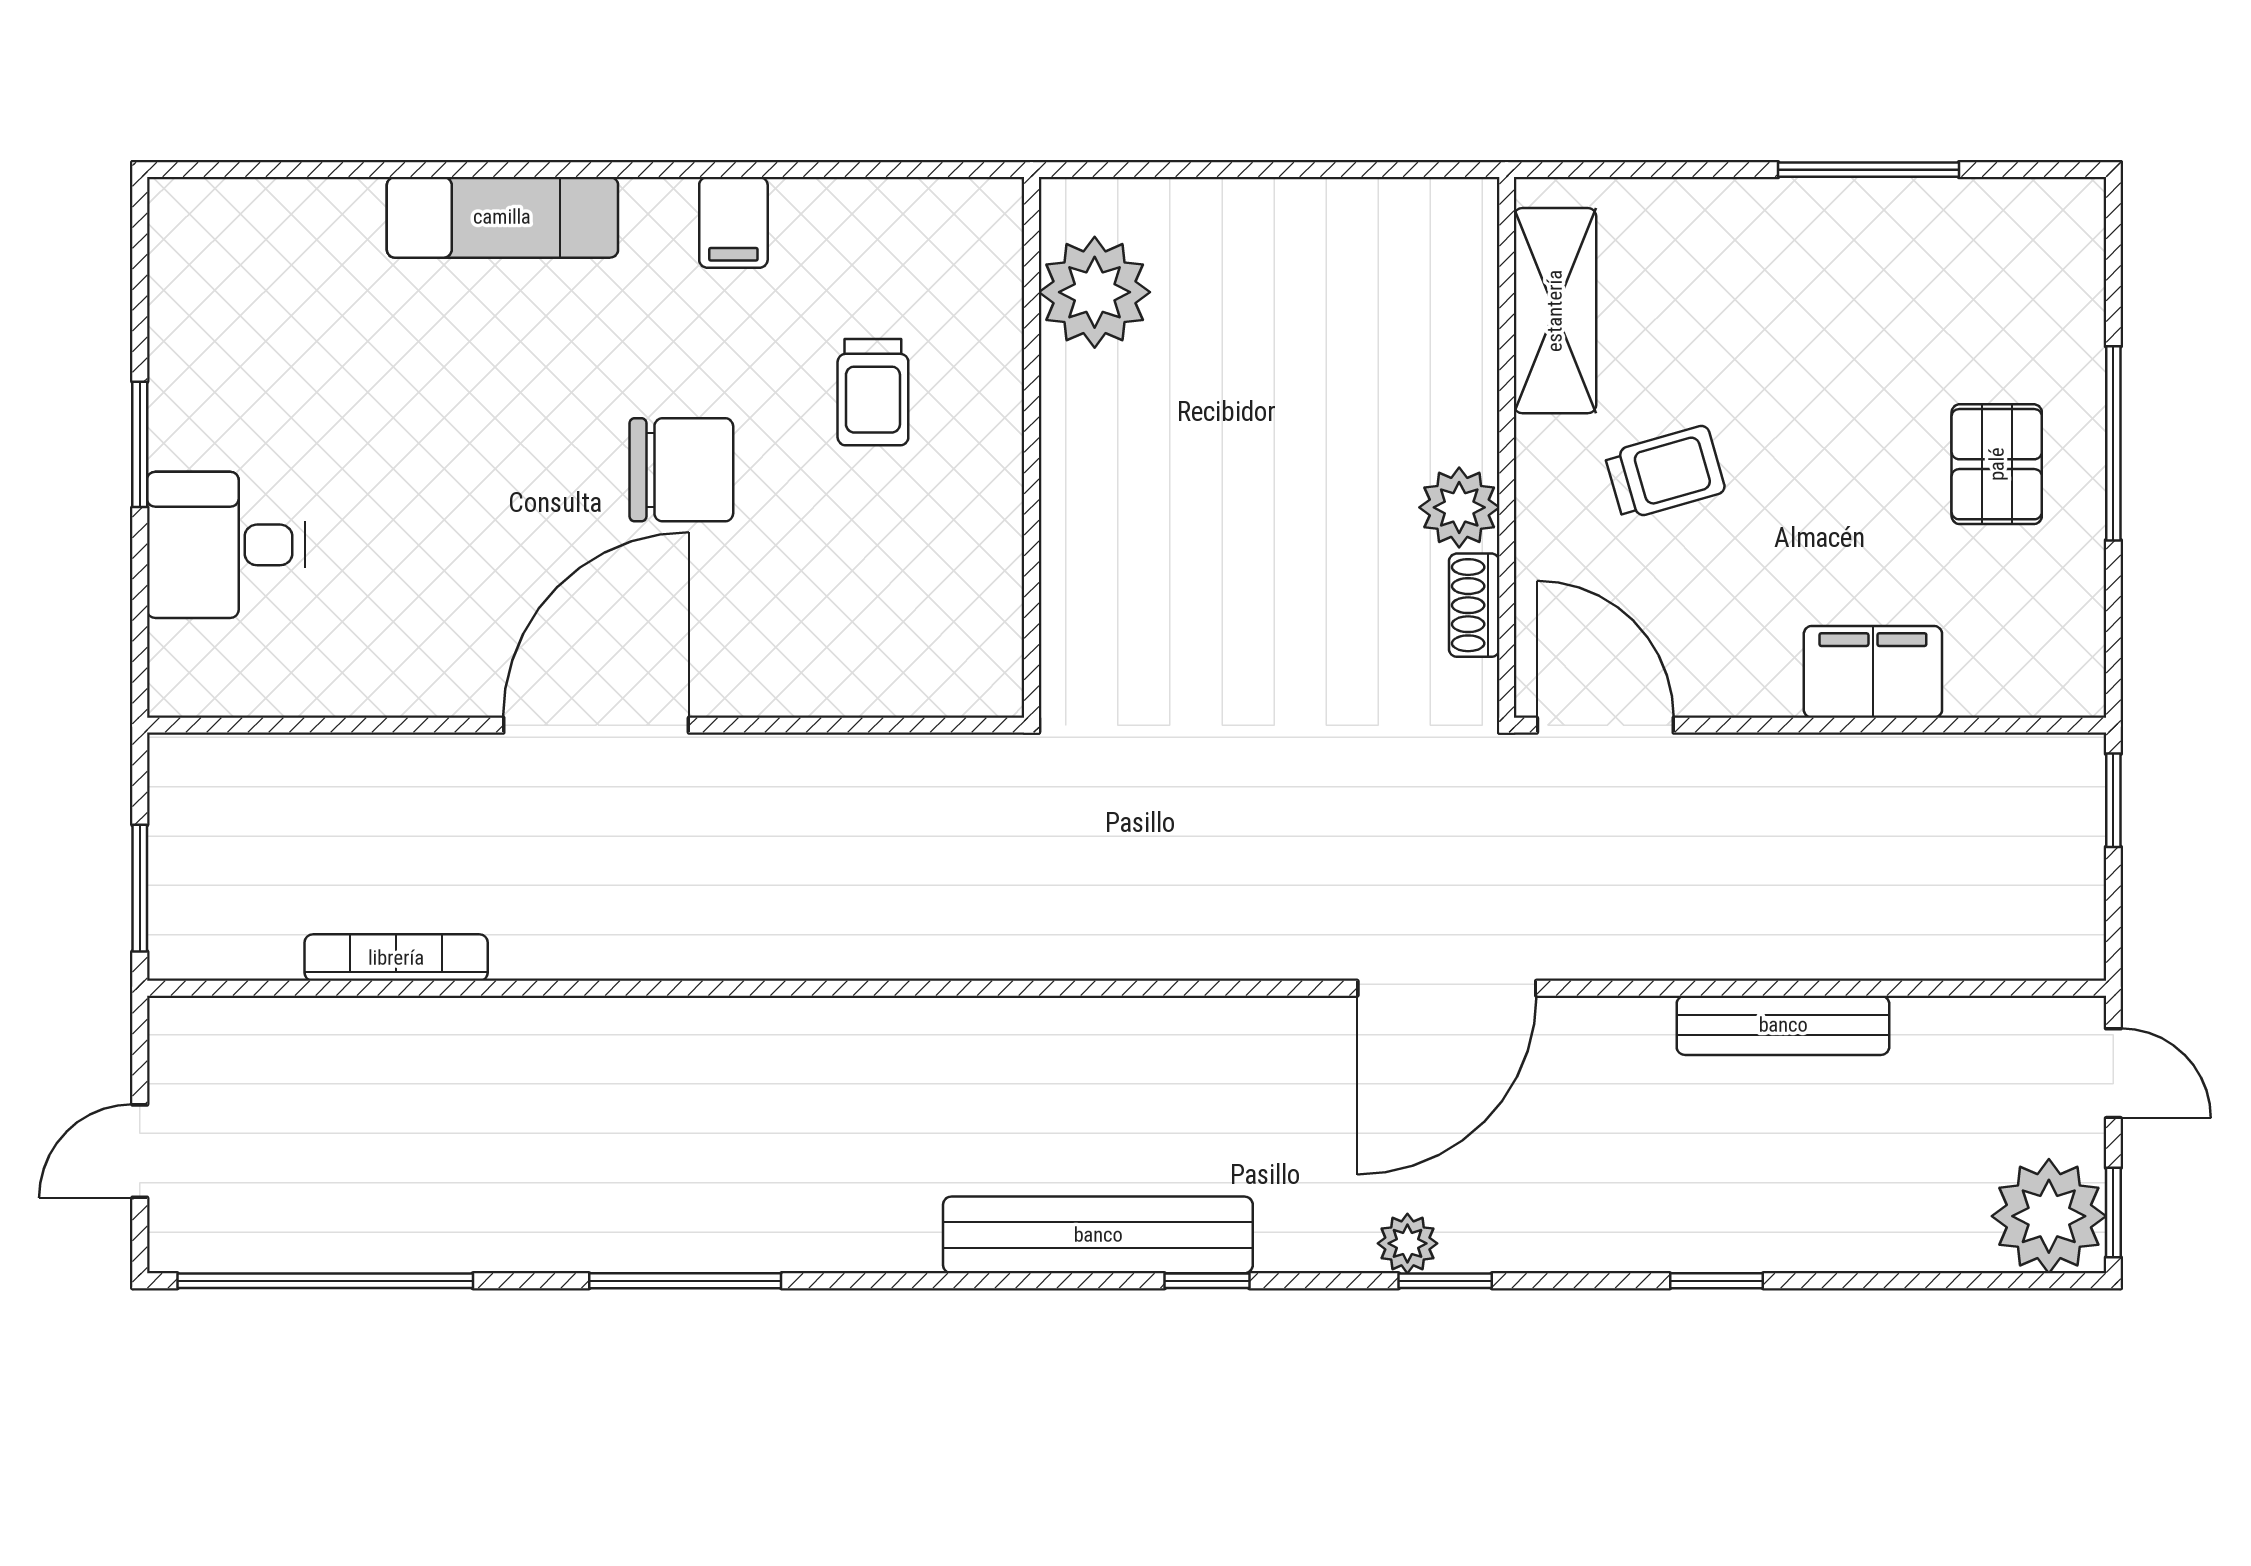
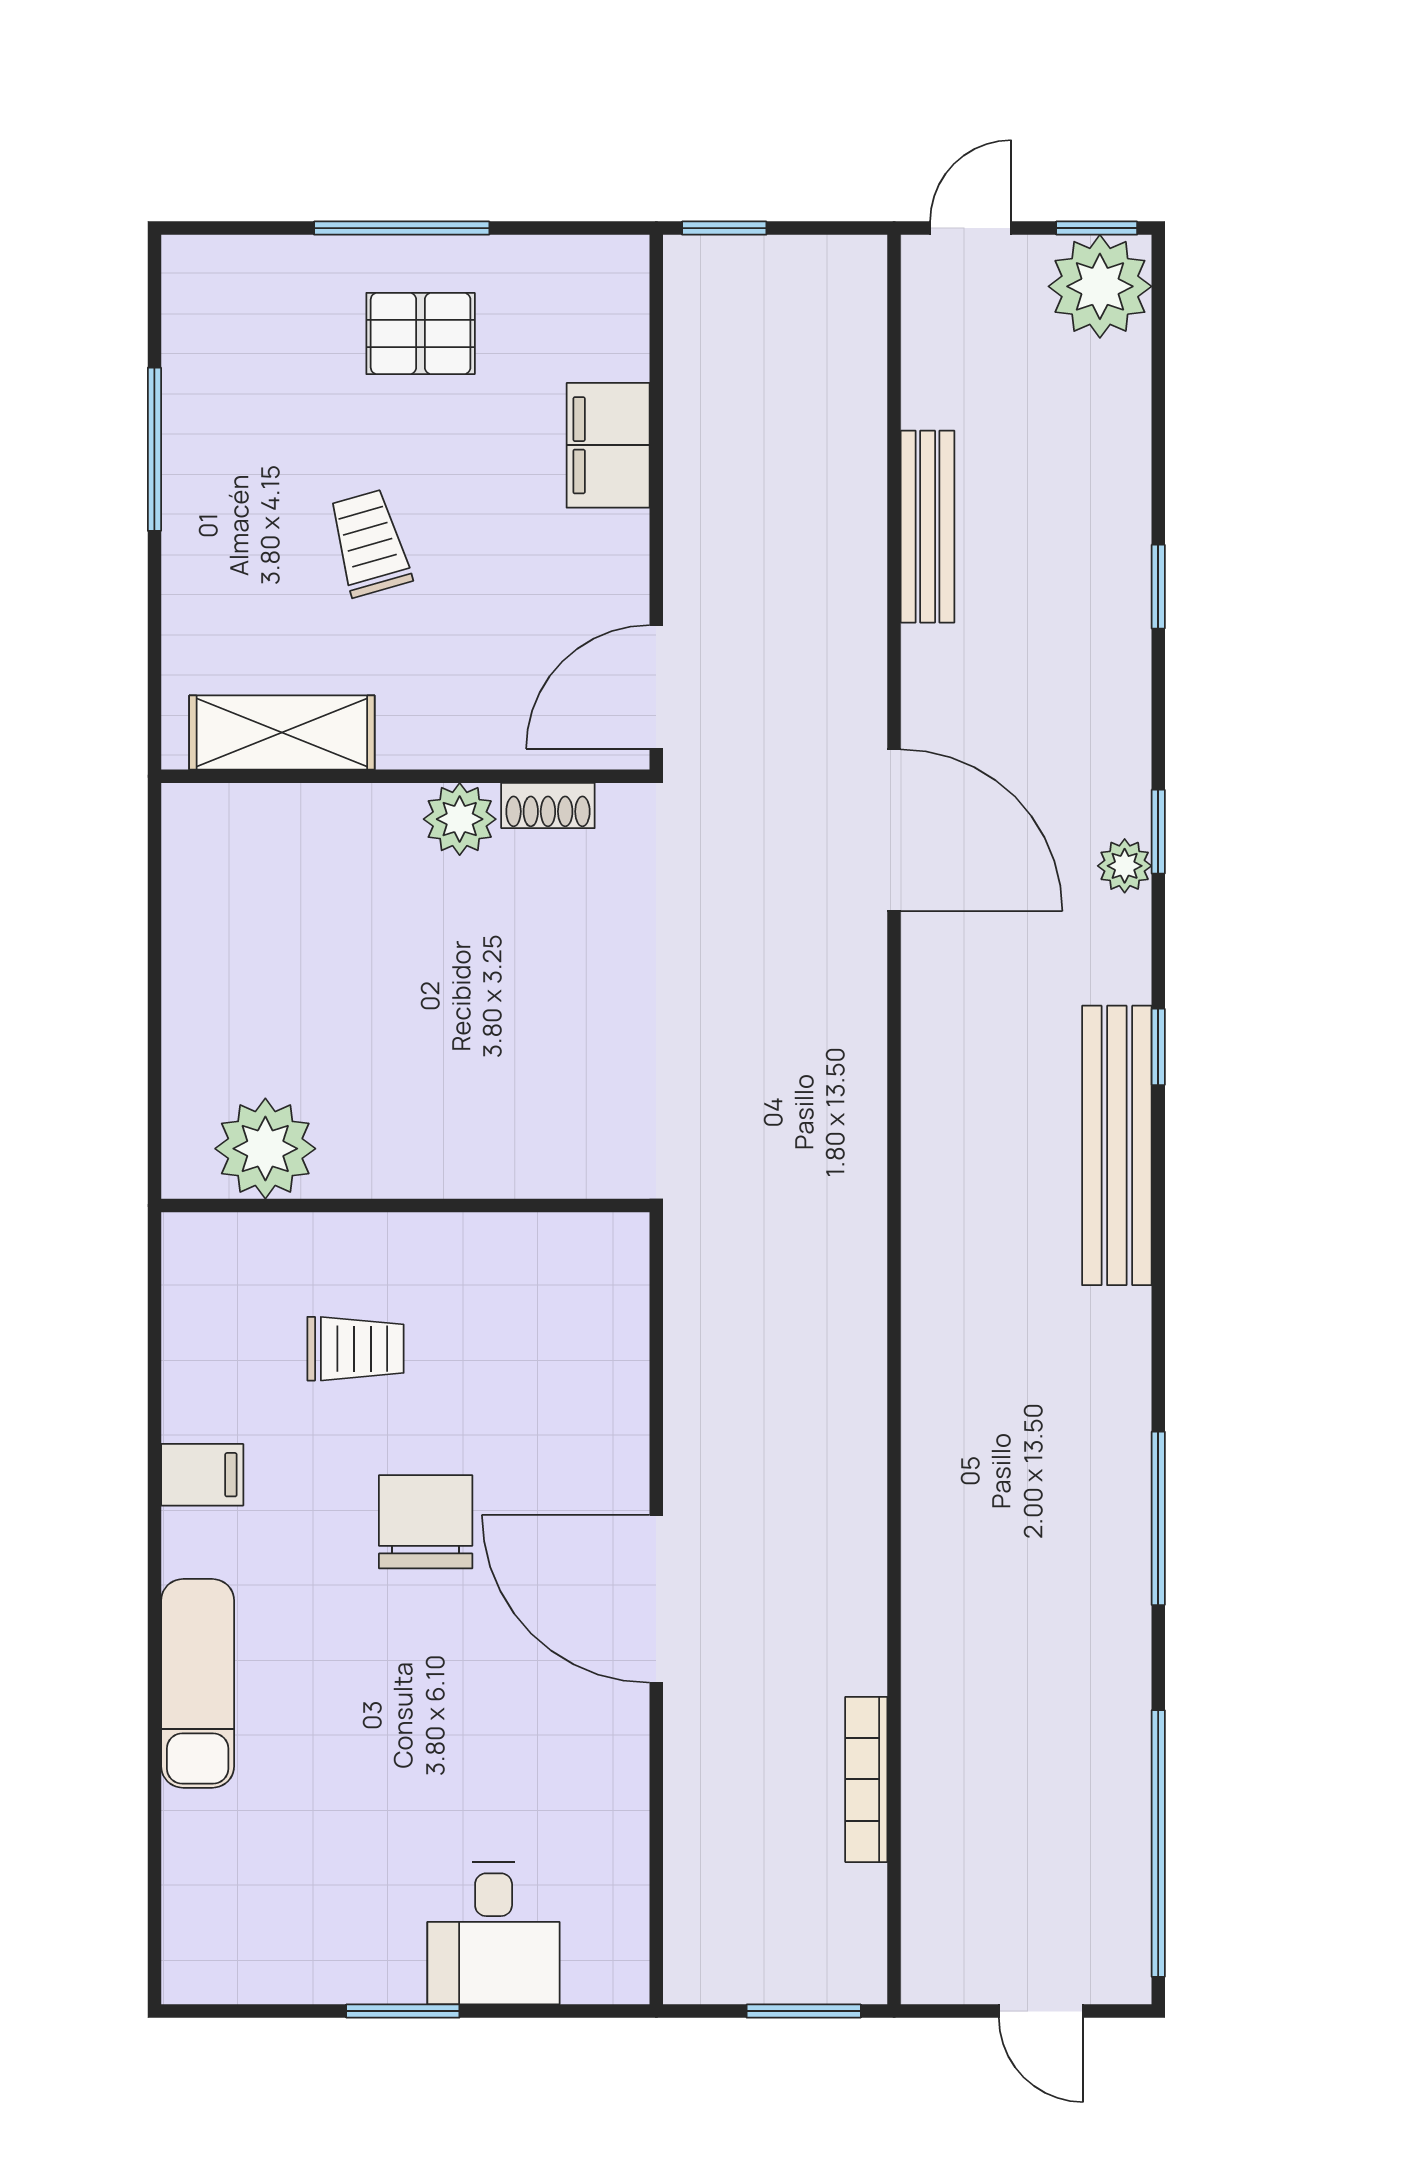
trolley: (1665, 473) -> (369, 543), moved

